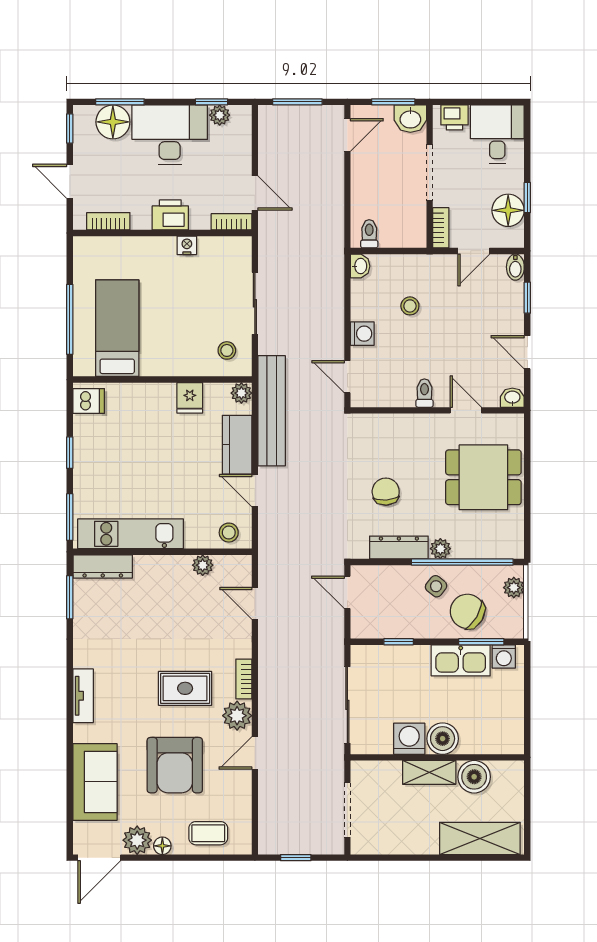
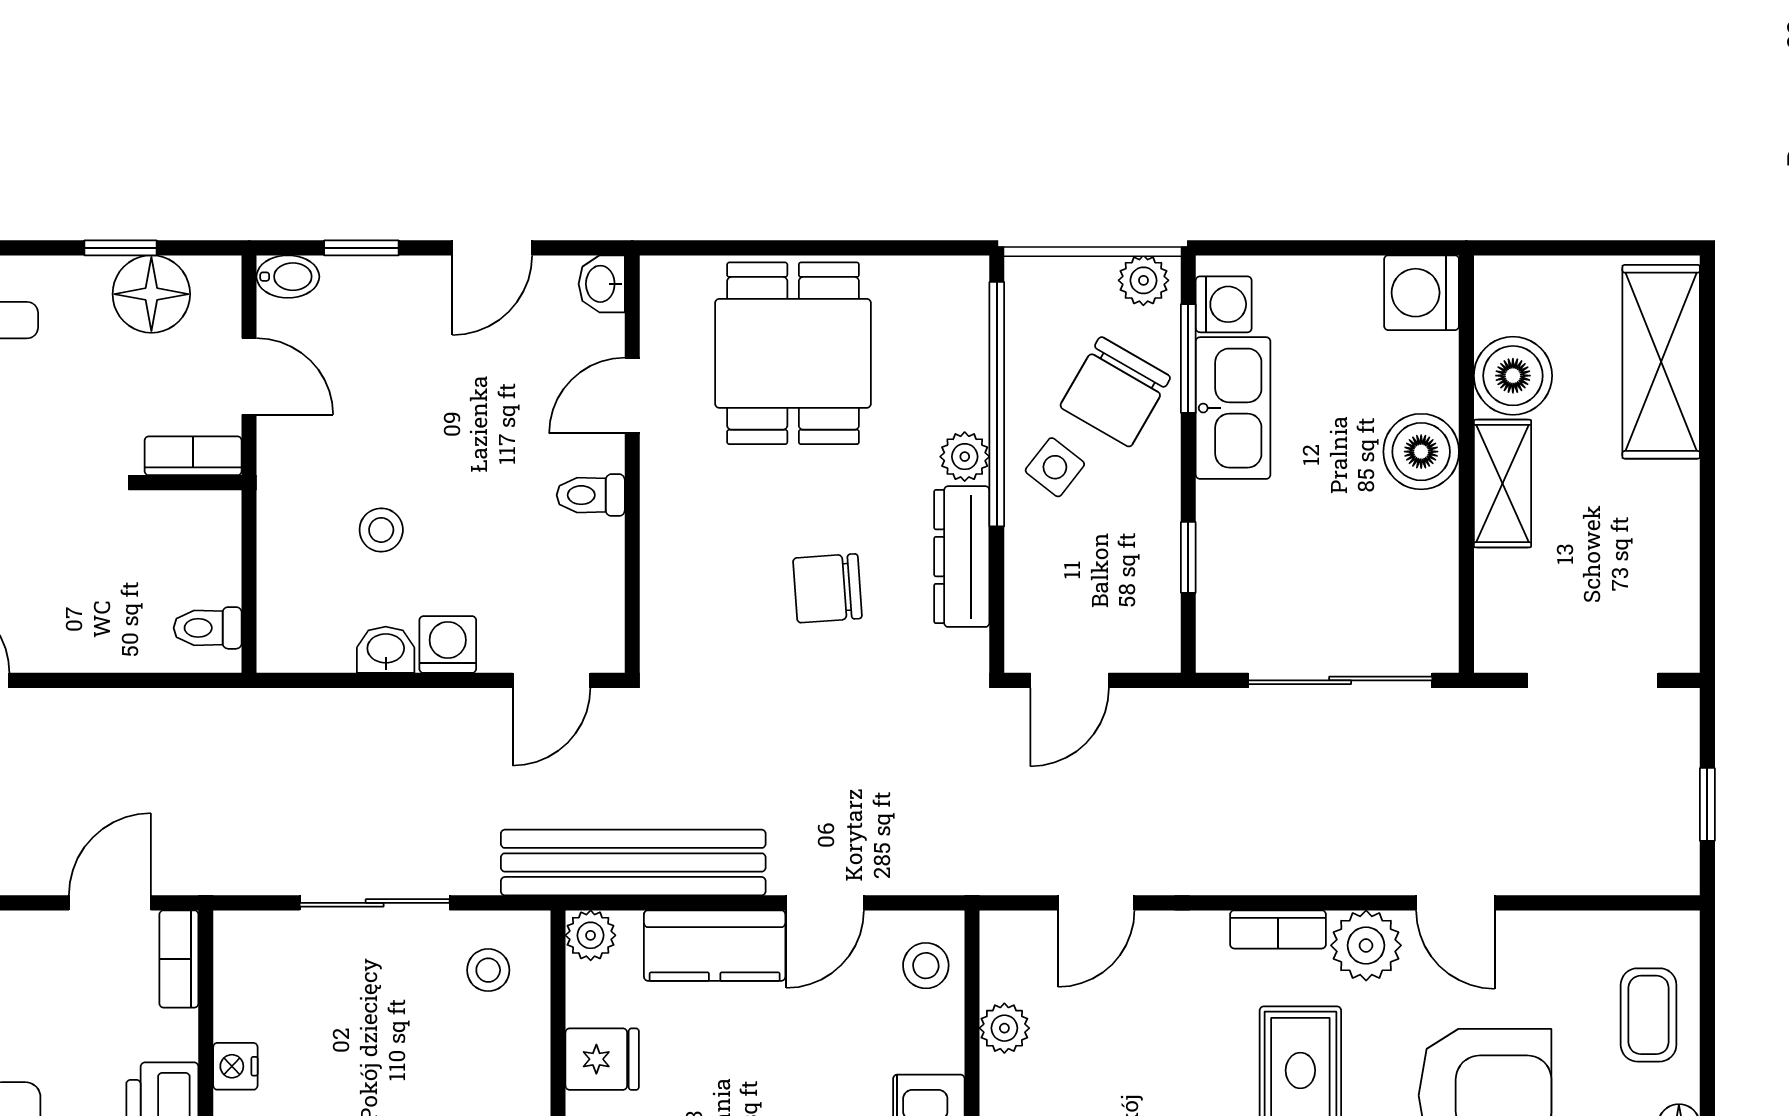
washbasin: (360, 266) -> (386, 650), moved
plant: (514, 588) -> (1143, 280), moved
washing machine: (409, 739) -> (1422, 293), moved

